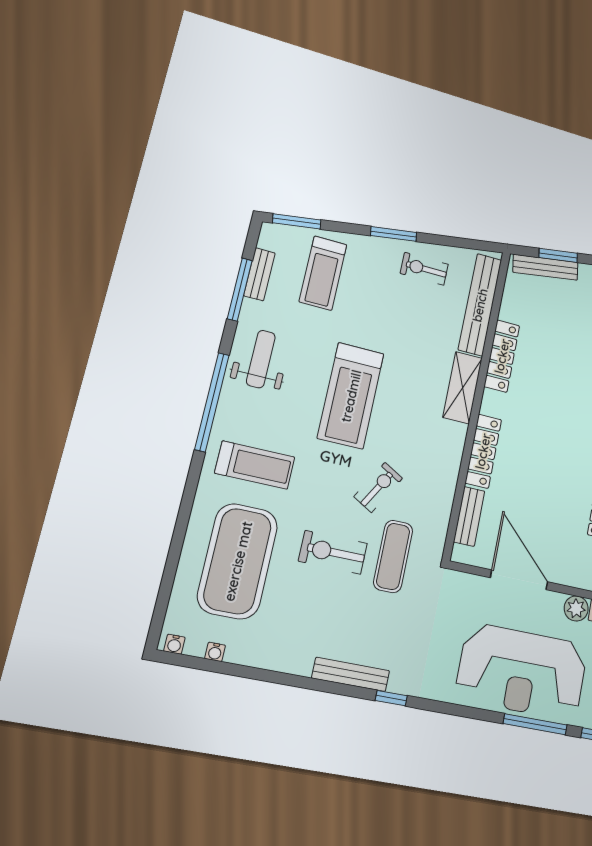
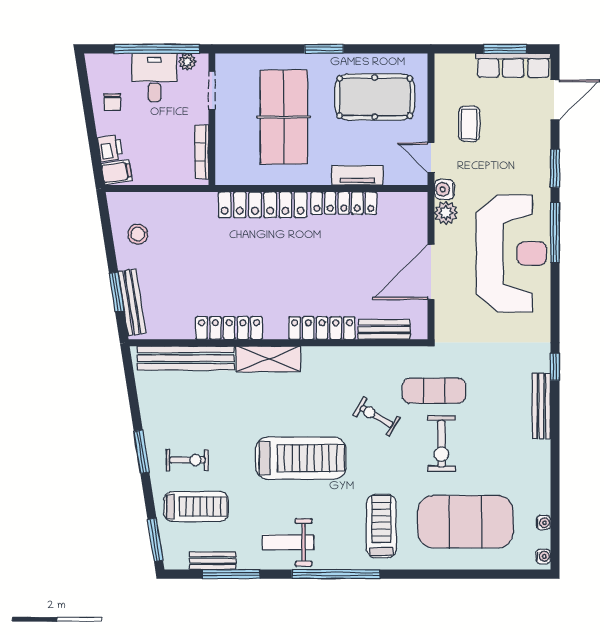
exercise bike: (424, 269) -> (187, 460), moved, turned -90

